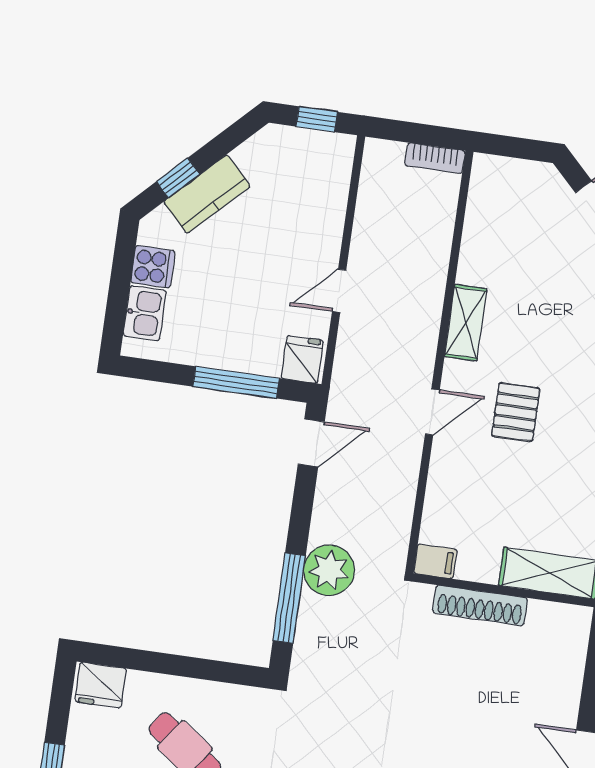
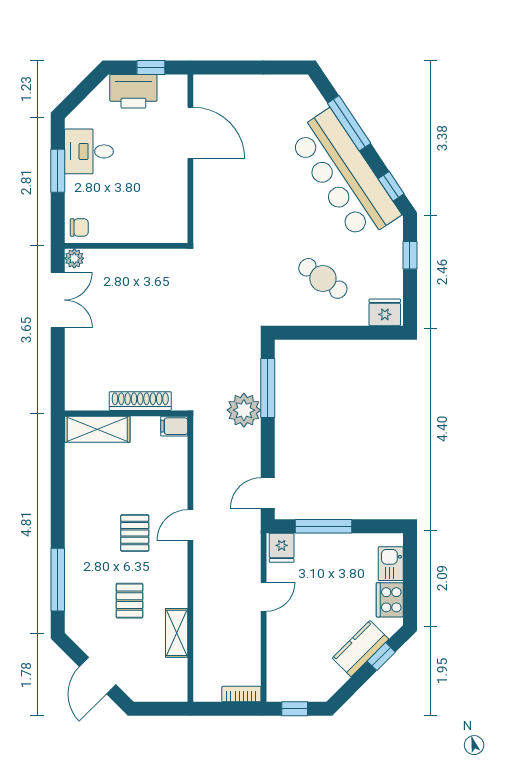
bookcase: (435, 158) -> (241, 694), moved
cooker: (153, 267) -> (390, 600), width x1.36
pallet: (538, 313) -> (129, 601), added
shelving: (466, 323) -> (177, 633), moved

